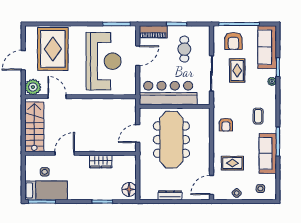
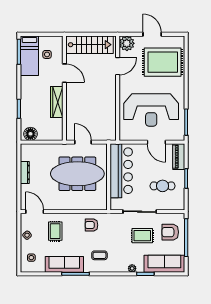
wardrobe: (101, 161) -> (57, 102), width x1.50

